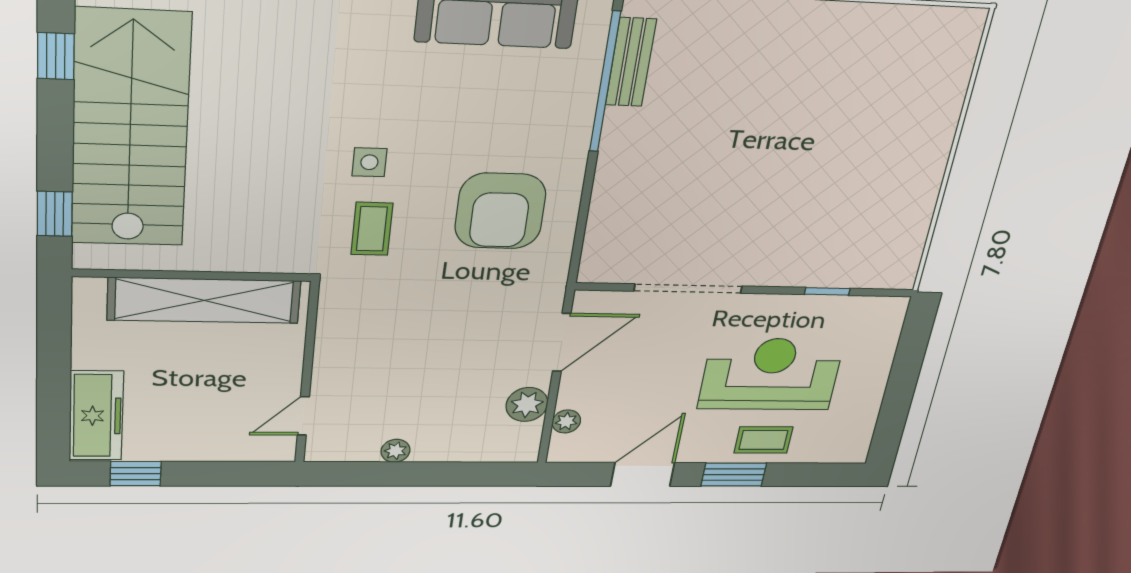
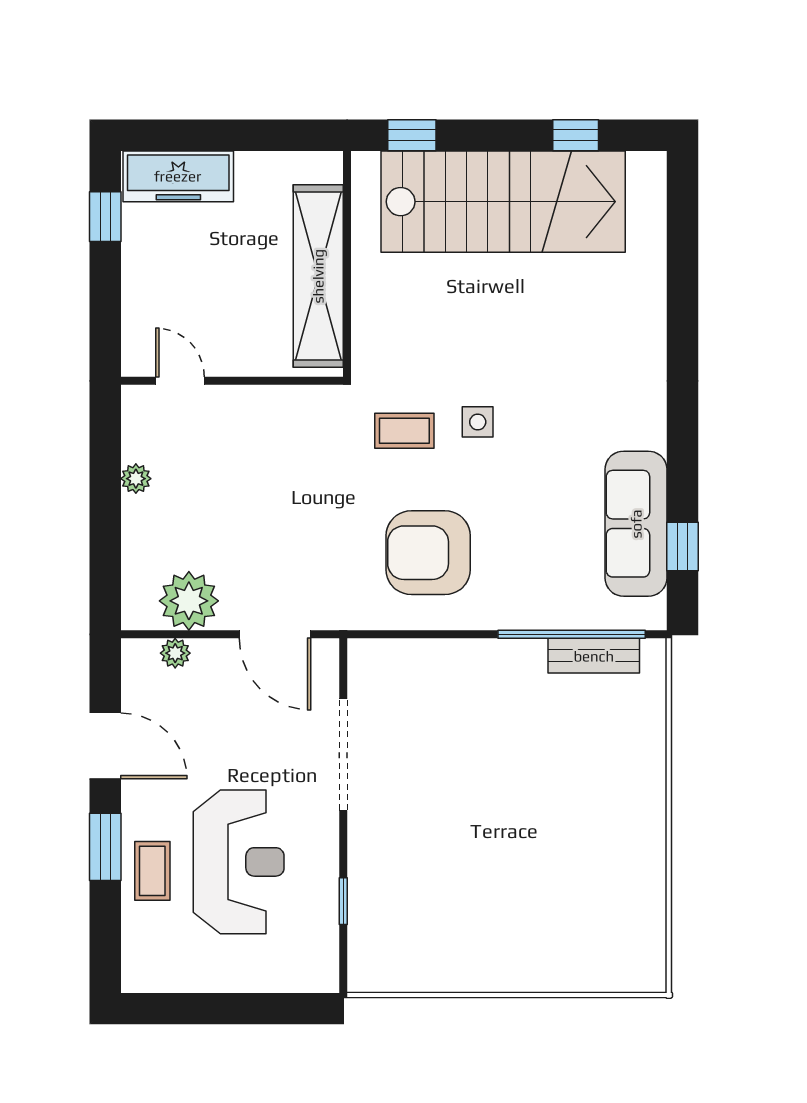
plant: (527, 404) -> (189, 601), width x1.36, depth x1.36

